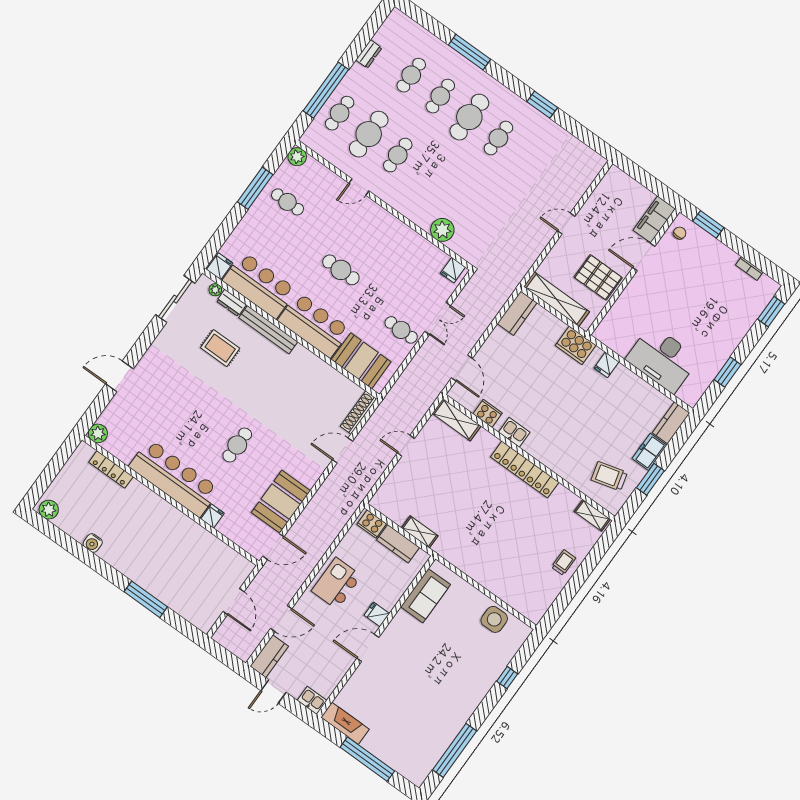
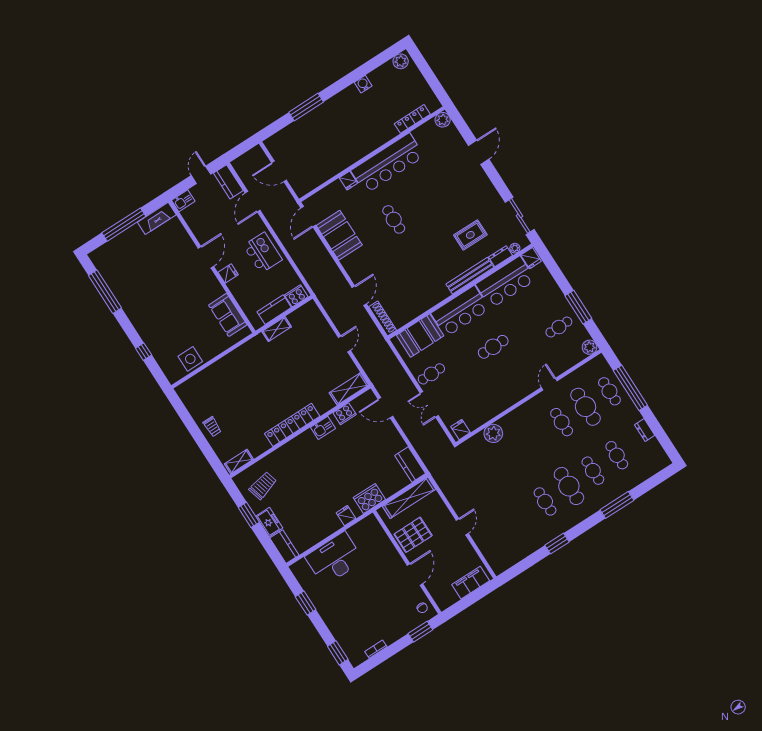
filing cabinet: (654, 220) -> (471, 583), moved, turned -90

